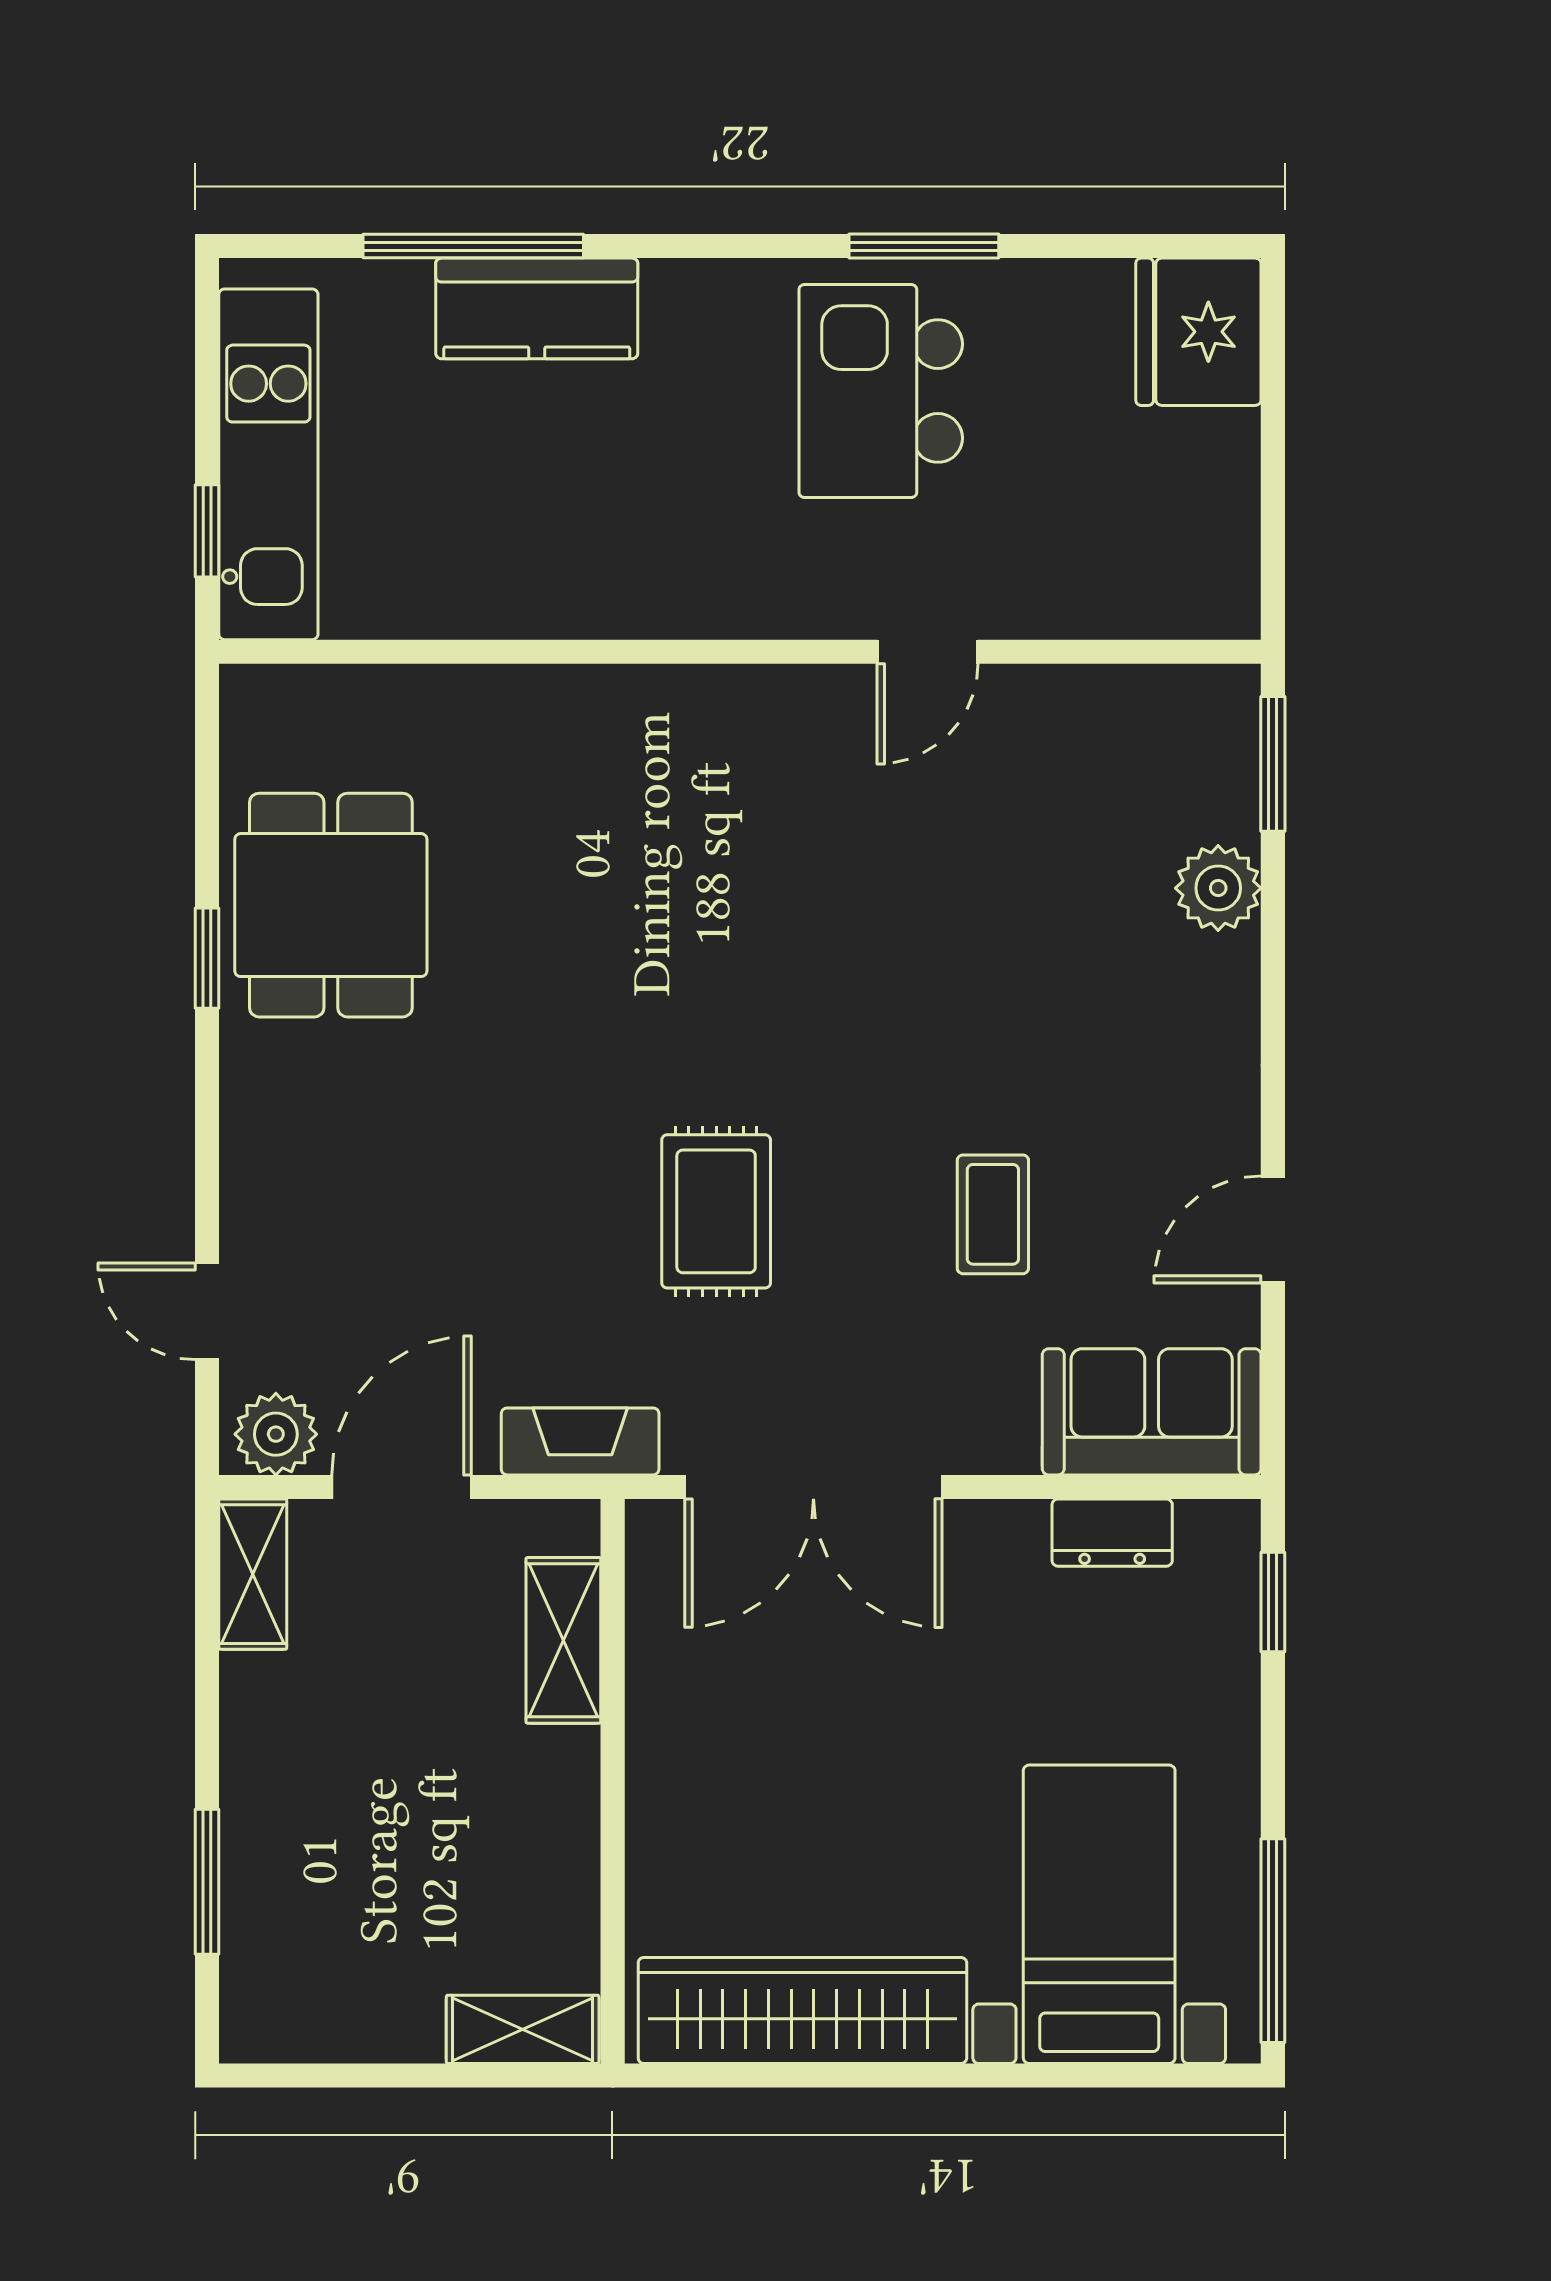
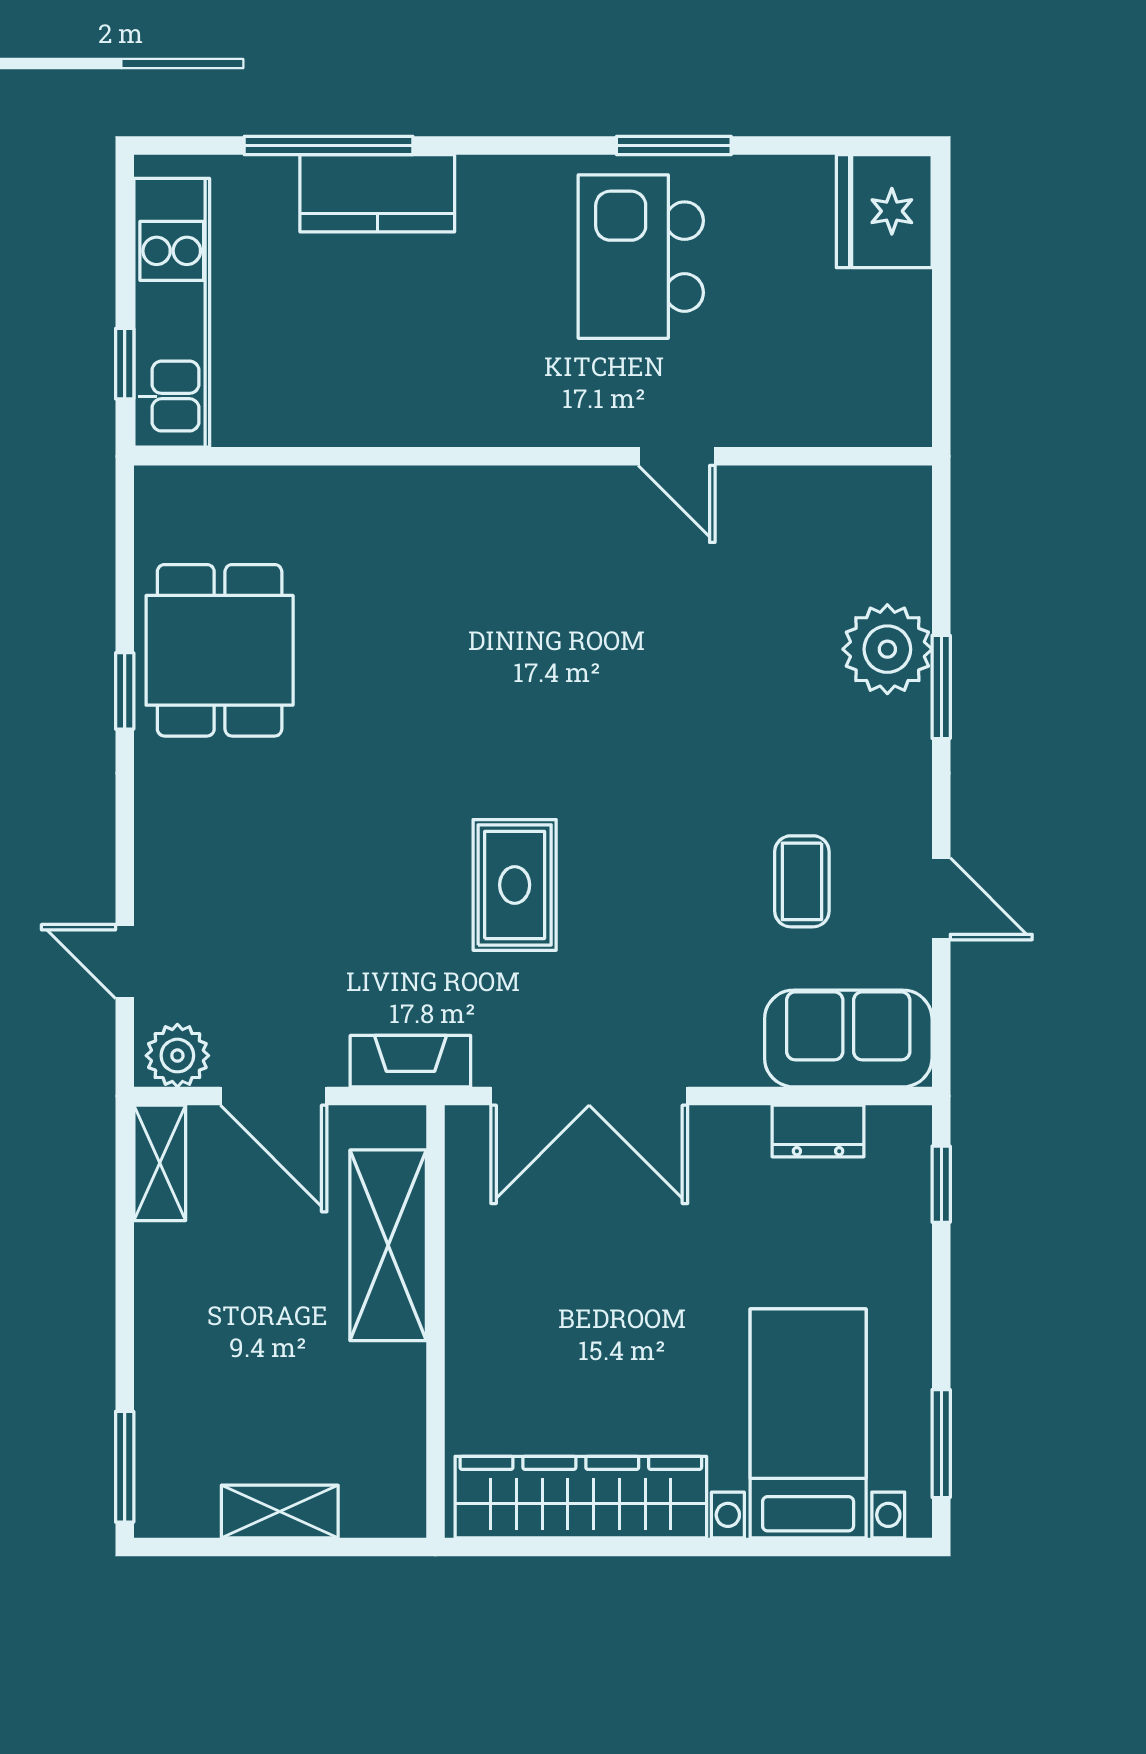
door: (927, 652) -> (677, 456), hinge flipped
window: (1273, 764) -> (941, 687), moved
plant: (1218, 888) -> (887, 649), width x1.36, depth x1.36
coffee table: (993, 1214) -> (802, 881), moved
door: (1273, 1230) -> (941, 899), swing flipped
door: (402, 1487) -> (274, 1096), swing flipped
shelving: (563, 1640) -> (388, 1245), width x1.50, depth x1.33
window: (207, 1882) -> (125, 1467), moved
window: (1273, 1941) -> (941, 1444), width x0.69
shelving: (523, 2029) -> (280, 1511), moved

